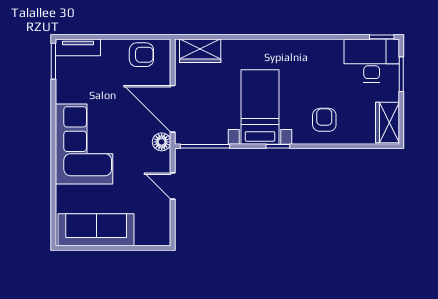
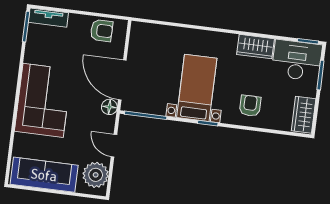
wardrobe: (200, 51) -> (255, 47), moved
plant: (156, 222) -> (96, 175), added

